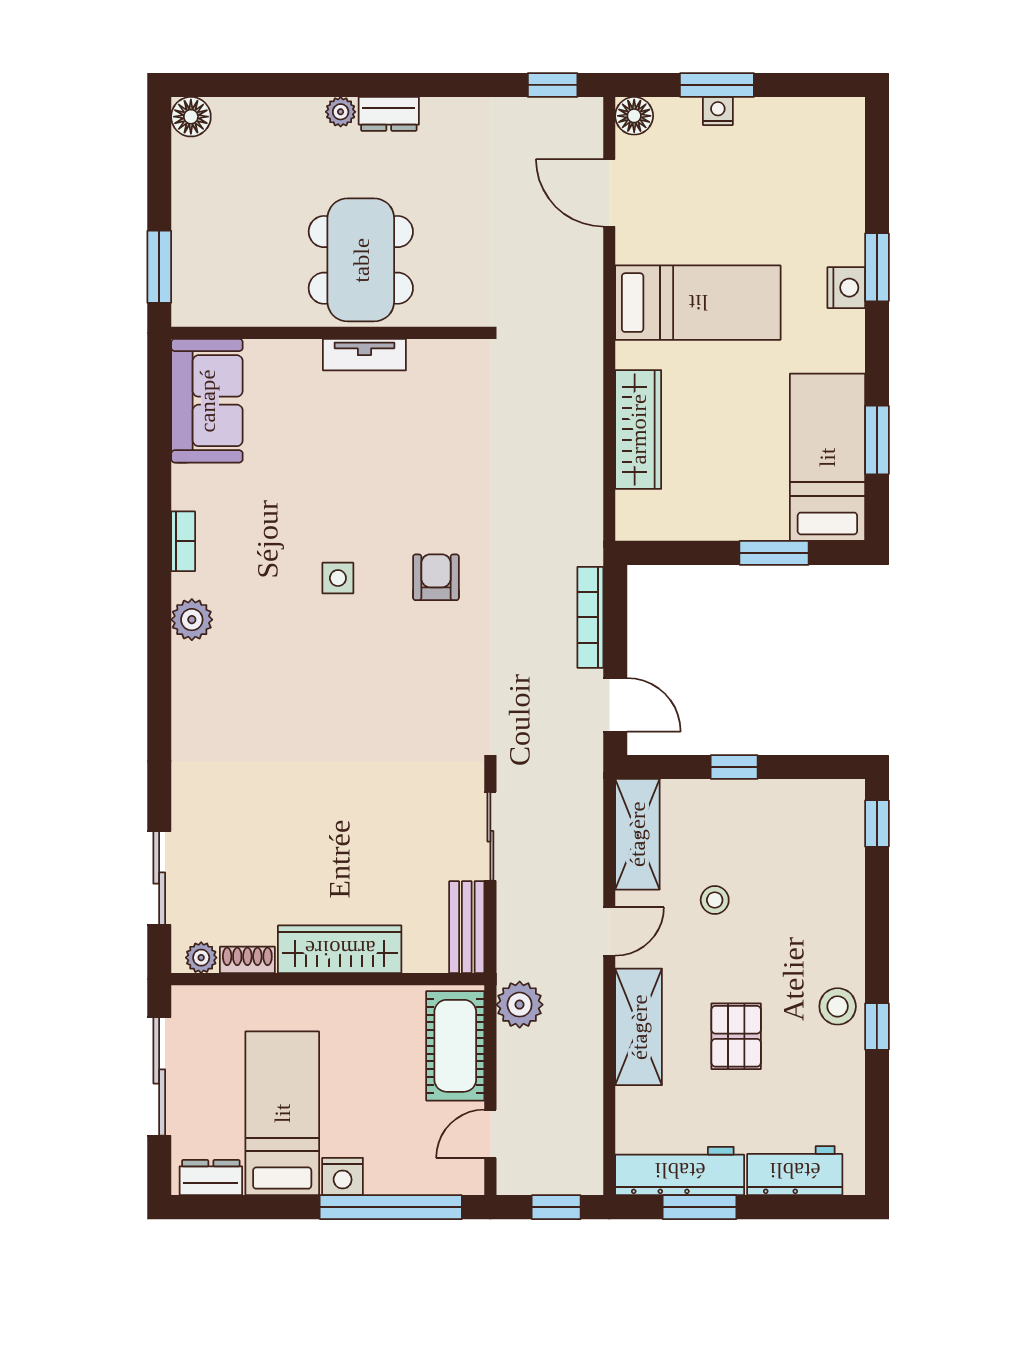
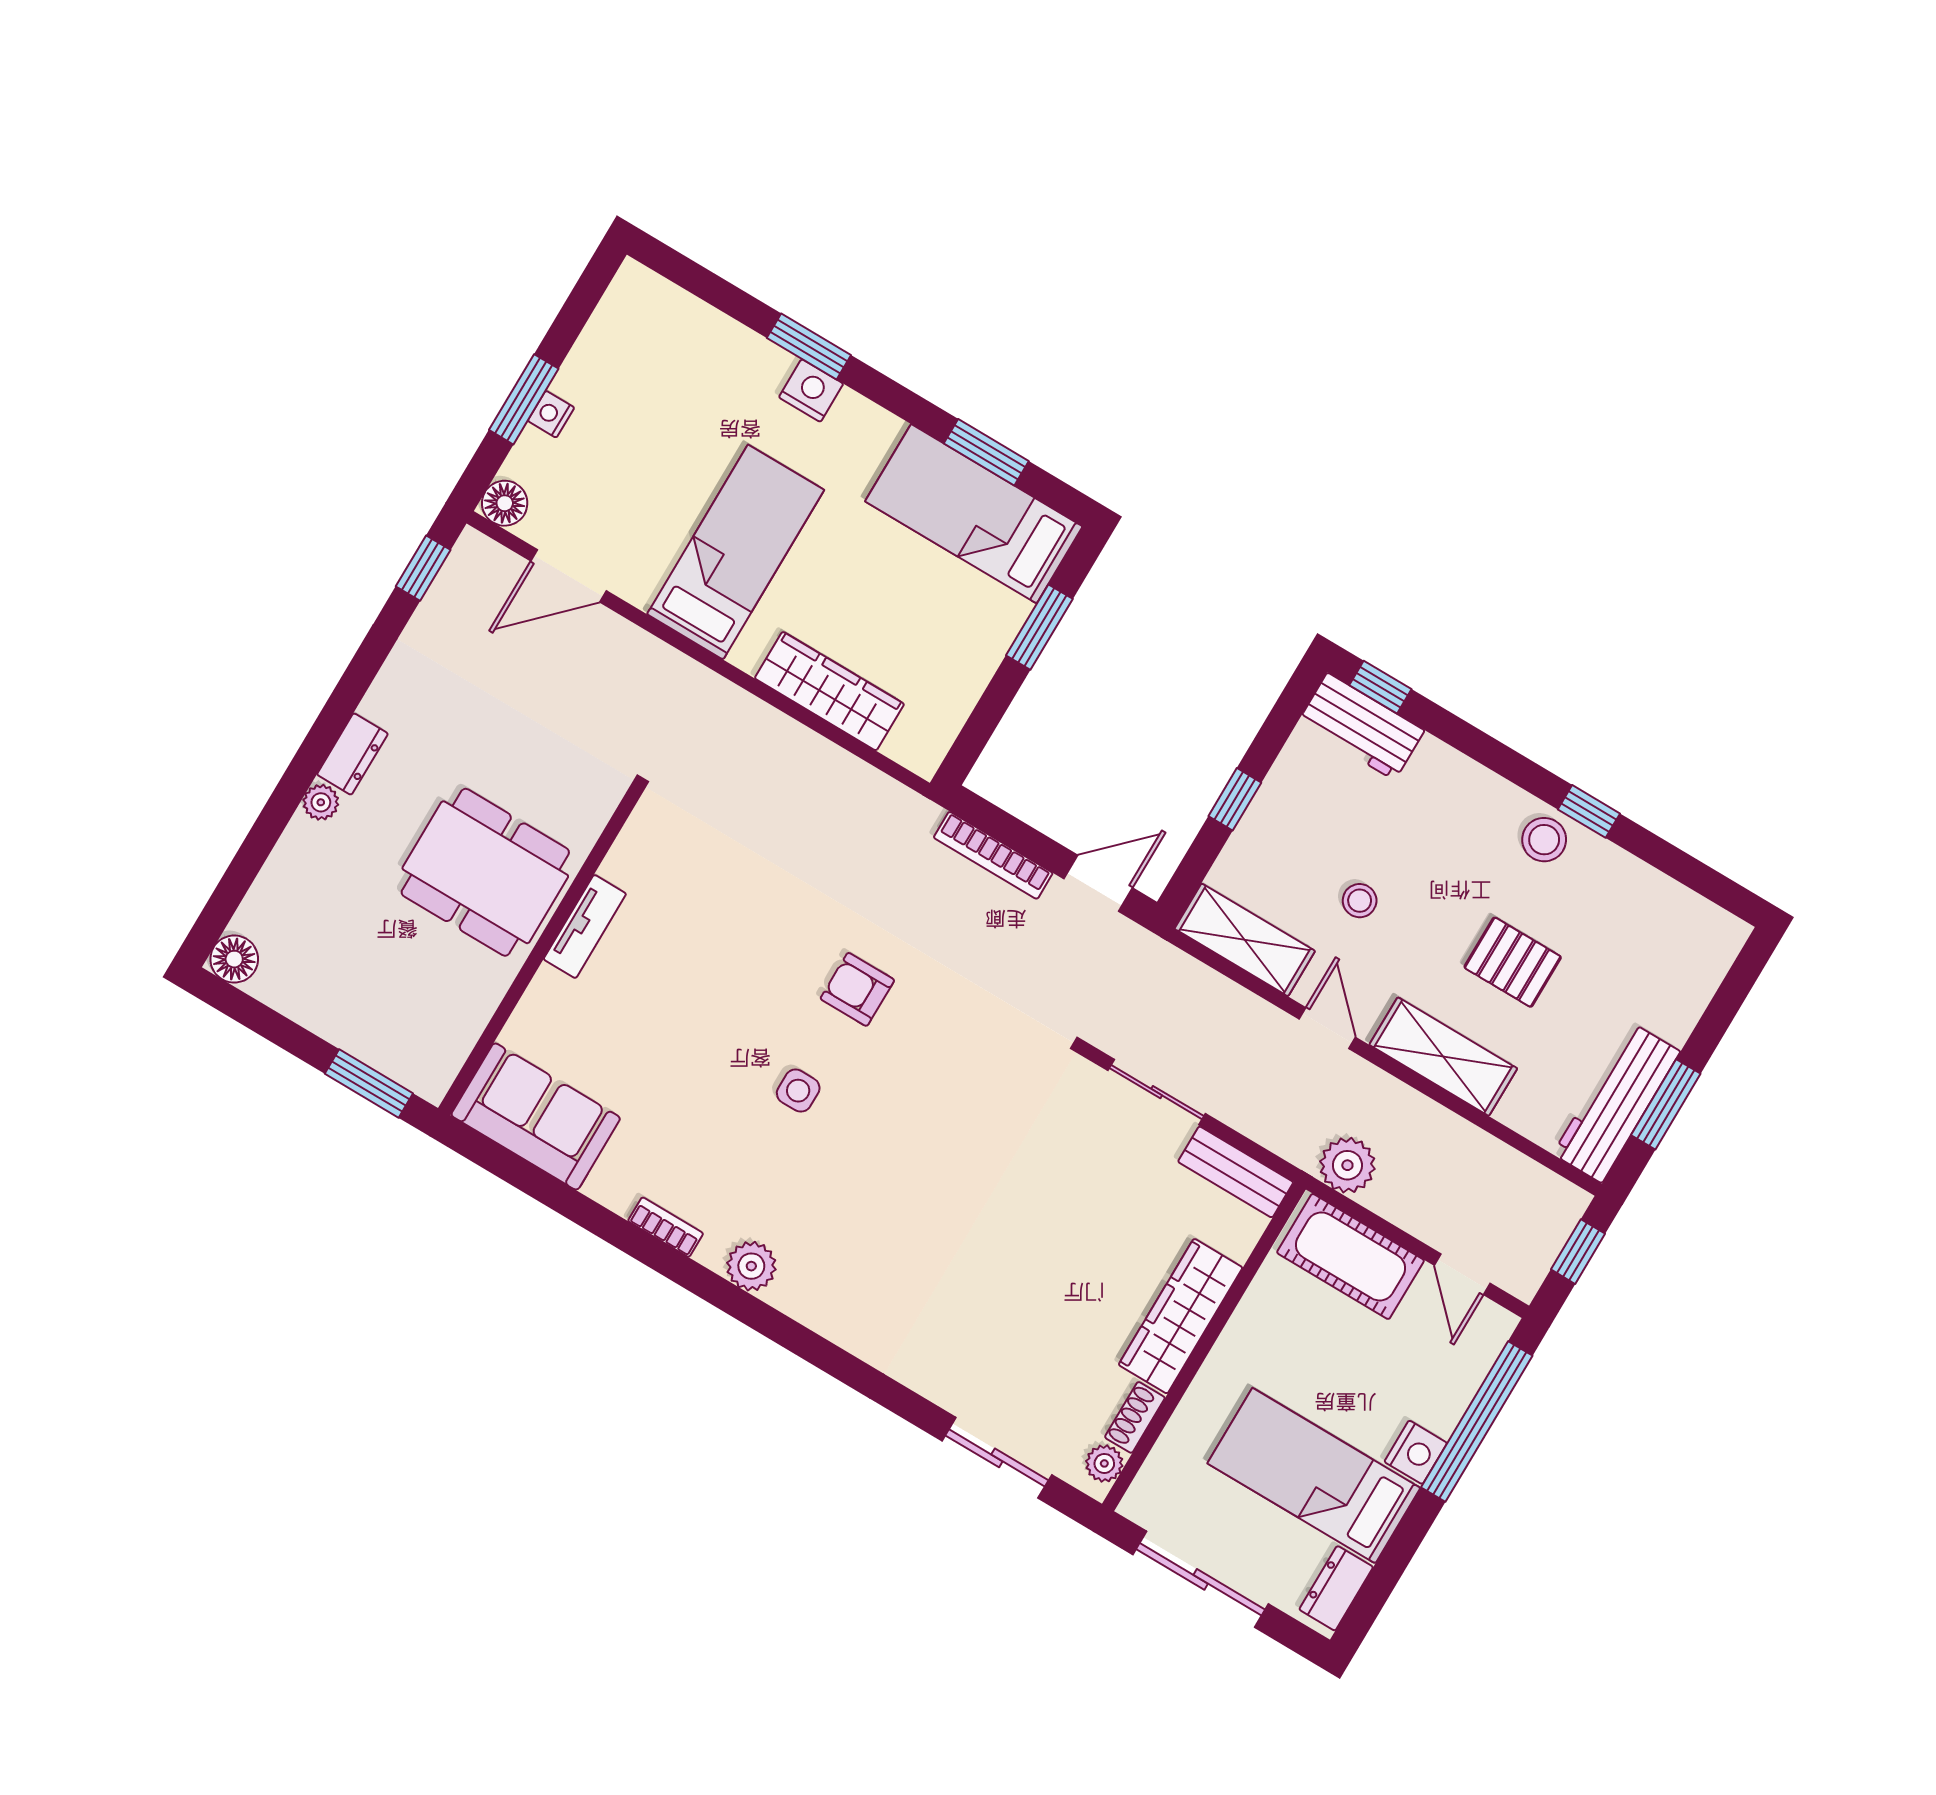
workbench: (795, 1171) -> (1361, 726), moved, turned -90

